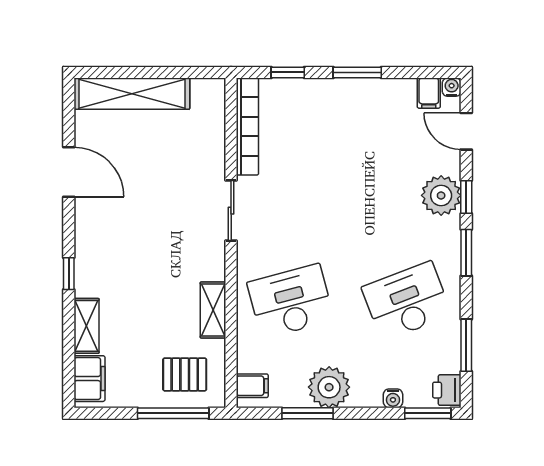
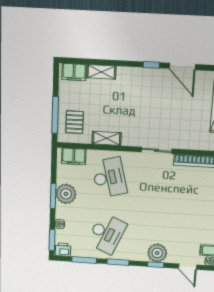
door: (466, 131) -> (188, 267), swing flipped
door: (69, 172) -> (182, 66), hinge flipped
window: (466, 253) -> (118, 262), moved
window: (69, 274) -> (151, 65), moved
desk: (407, 301) -> (107, 234), turned 45
filing cabinet: (252, 386) -> (74, 156), width x2.00
window: (307, 413) -> (53, 196), moved

